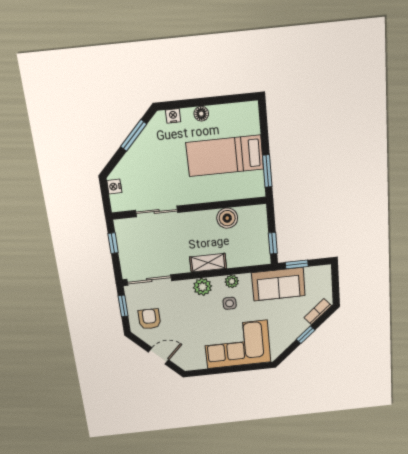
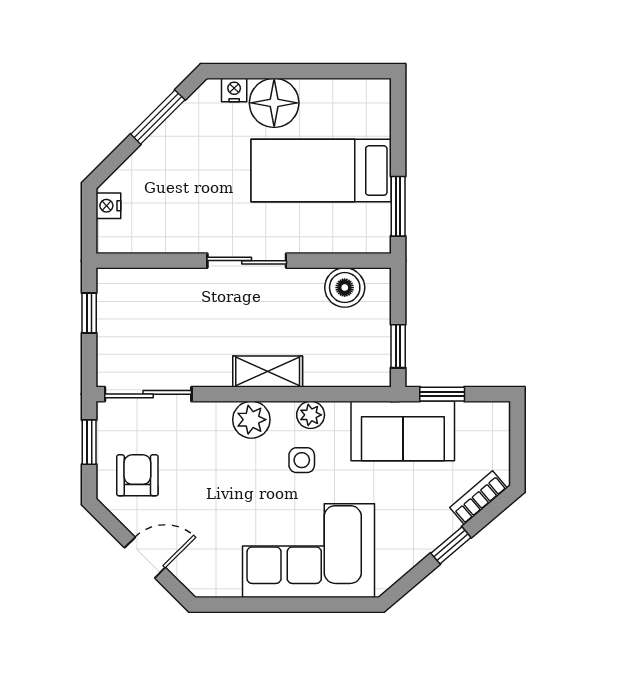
floor lamp: (201, 114) -> (274, 103), width x1.89, depth x1.89
sliding door: (157, 211) -> (247, 261), moved
boiler: (227, 218) -> (345, 288), moved

